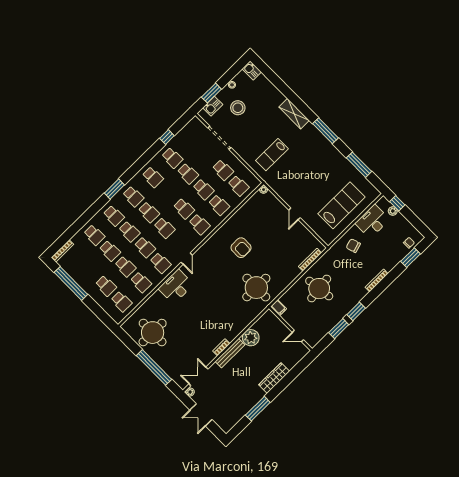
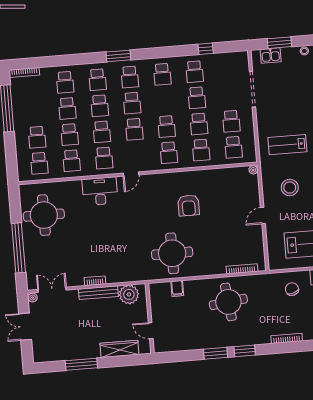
stool: (238, 108) -> (290, 188), moved
wall: (290, 329) -> (150, 318), moved
door: (298, 336) -> (151, 331), moved

